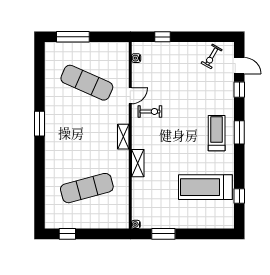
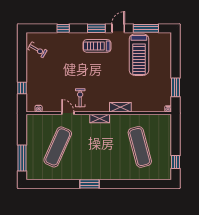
door: (239, 66) -> (118, 28), moved
window: (239, 196) -> (146, 28), width x2.17

